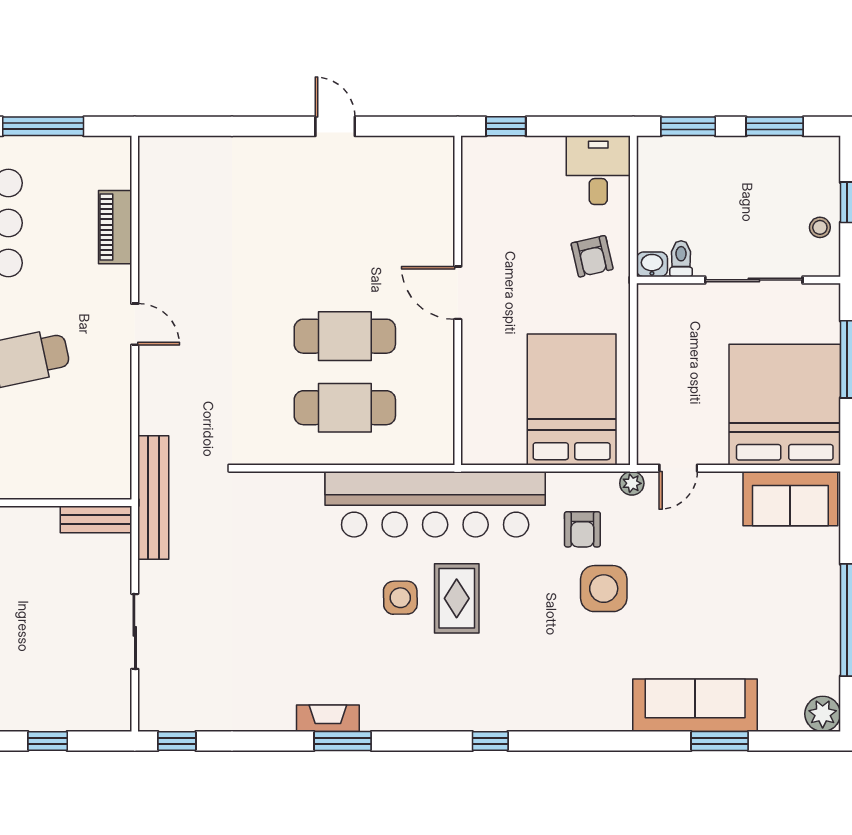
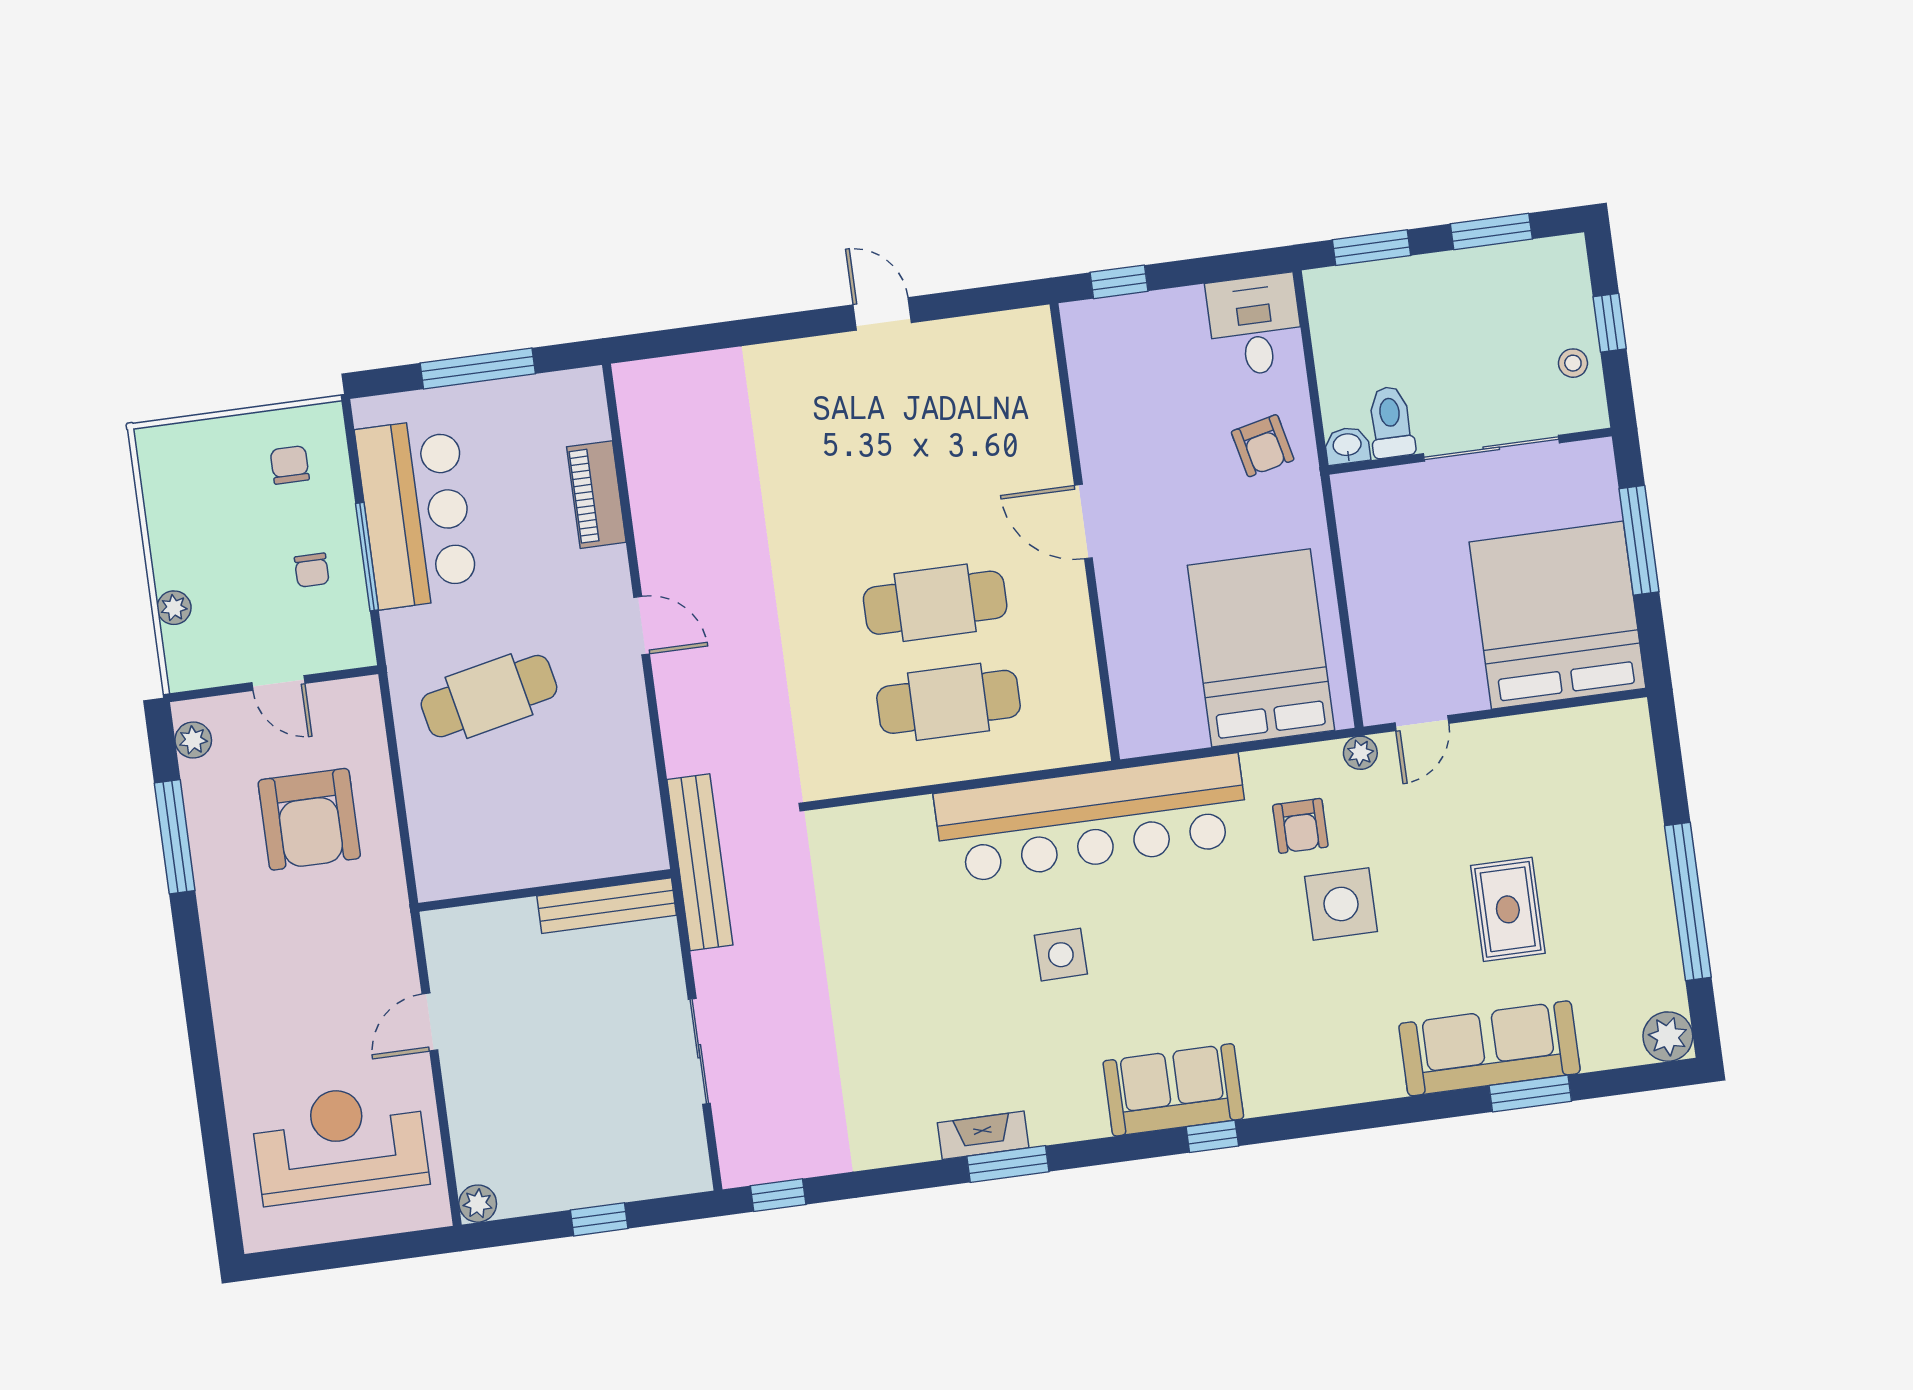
toilet: (681, 259) -> (1391, 422), width x1.37, depth x1.39
sofa: (790, 499) -> (1173, 1090), moved, turned 180
bench: (96, 519) -> (607, 906), width x1.36
rug: (457, 598) -> (1508, 909), moved

